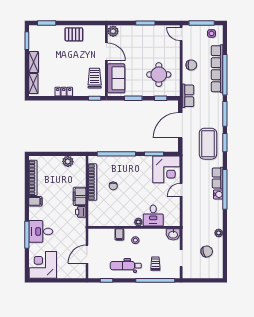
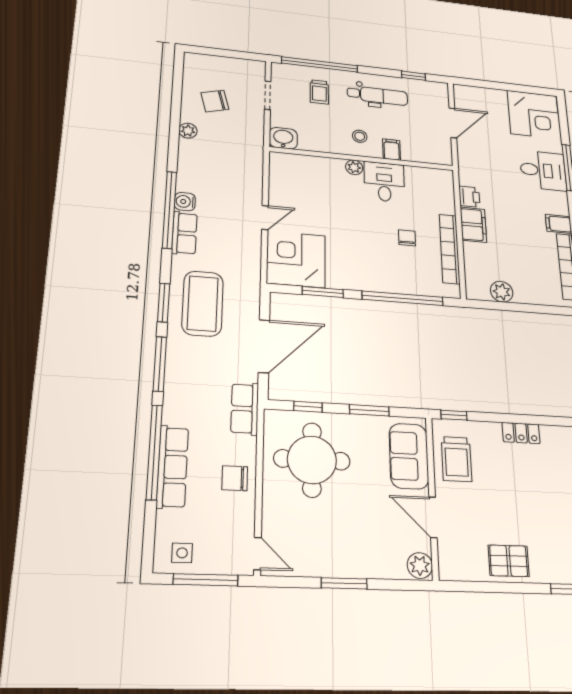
row of seats: (217, 69) -> (172, 467), width x0.73
round table: (159, 75) -> (312, 460), width x1.36, depth x1.36
desk: (153, 216) -> (384, 182), moved

